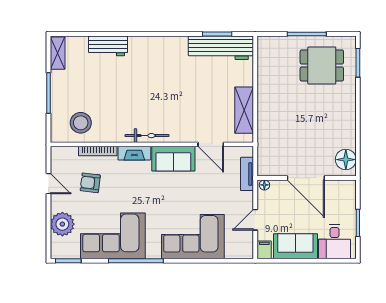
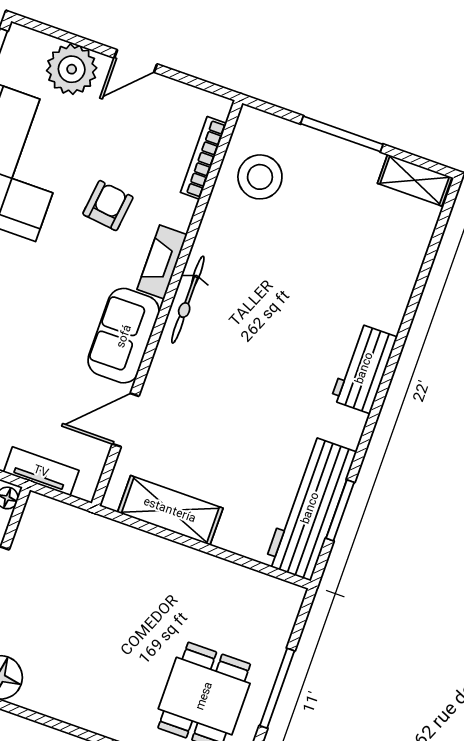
workbench: (108, 46) -> (364, 368), moved
bookcase: (98, 151) -> (203, 158), moved
armchair: (90, 183) -> (108, 206), moved
door: (49, 184) -> (136, 61), moved

